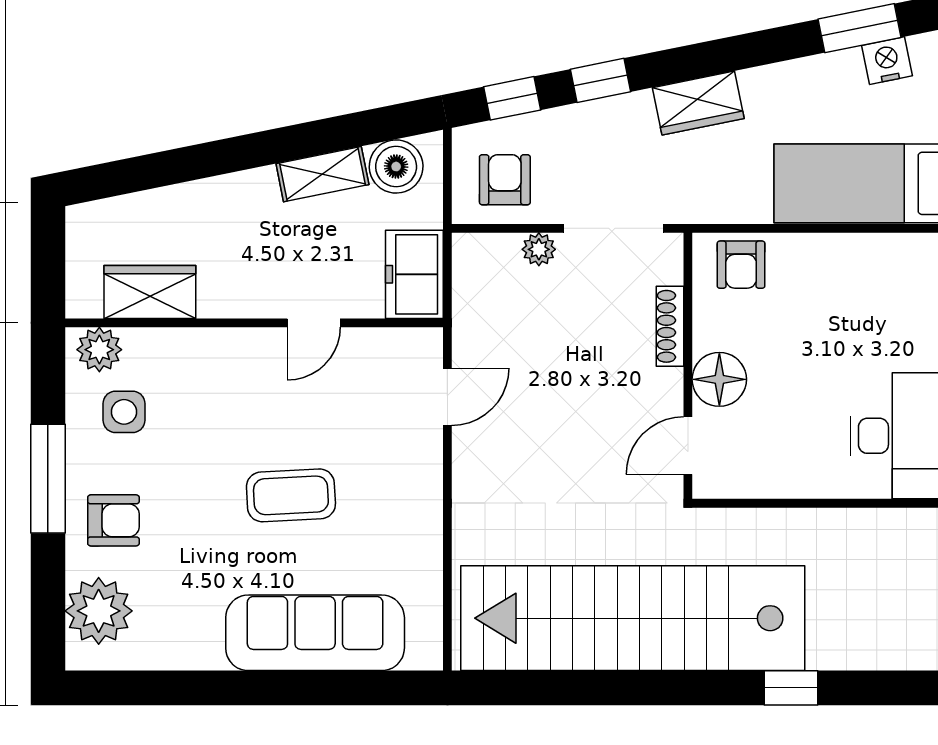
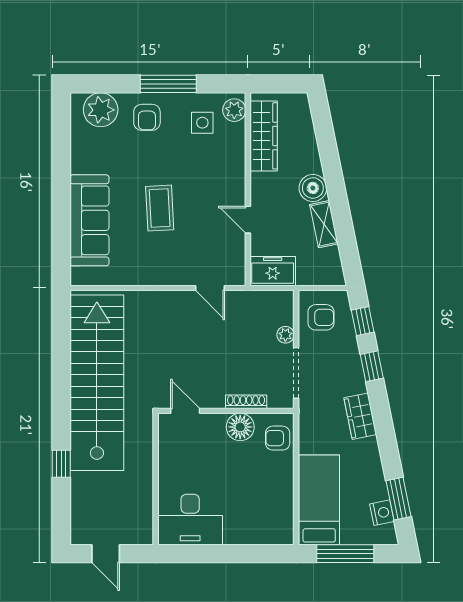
boiler: (396, 167) -> (313, 188), moved
wardrobe: (150, 292) -> (264, 136), width x1.50
floor lamp: (719, 379) -> (240, 427), moved

